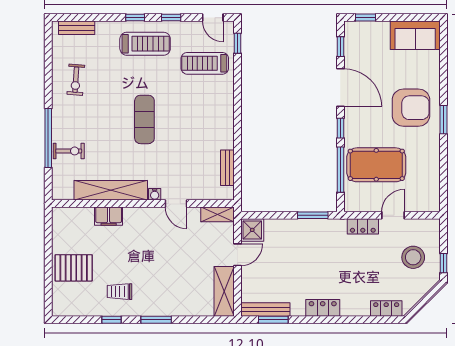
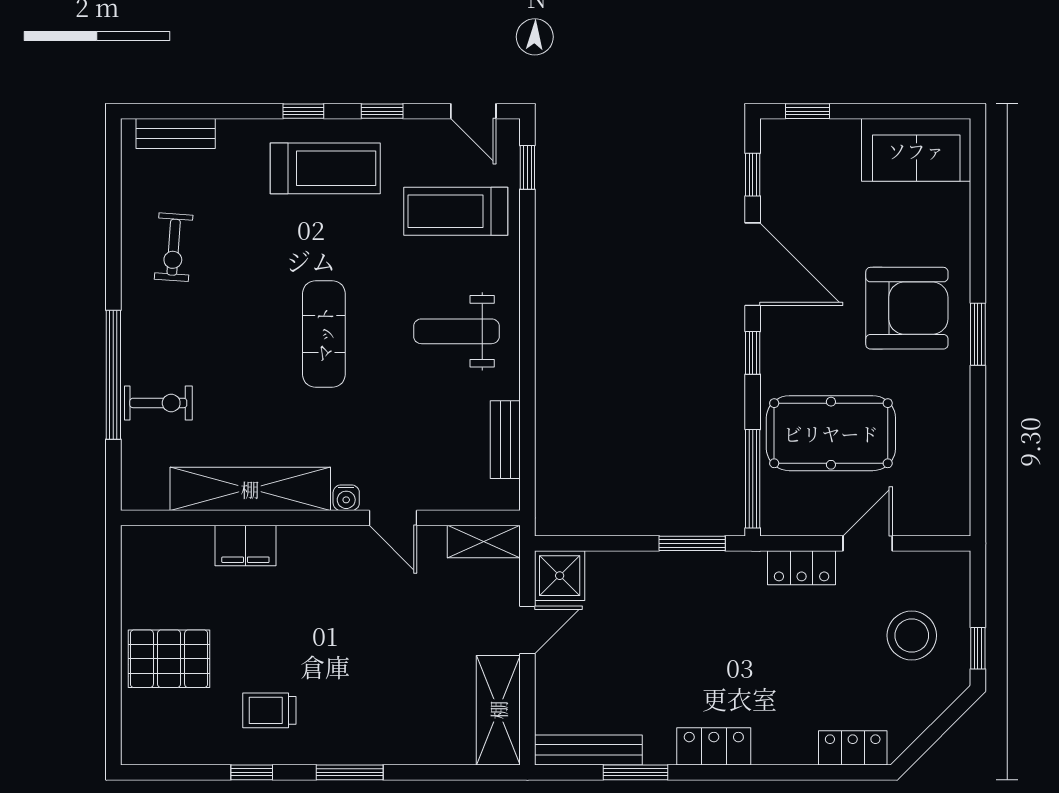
weight bench: (205, 118) -> (456, 331), added
window: (340, 170) -> (753, 479), moved
window: (273, 320) -> (635, 772), moved

